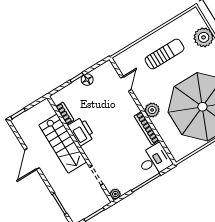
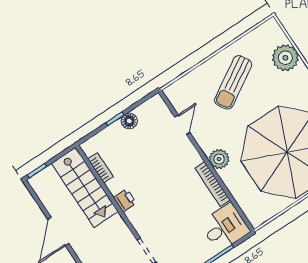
sun lounger: (165, 54) -> (233, 82), turned 149
printer: (81, 131) -> (125, 200), width x0.53, depth x0.68
stairs: (63, 144) -> (85, 187), moved

